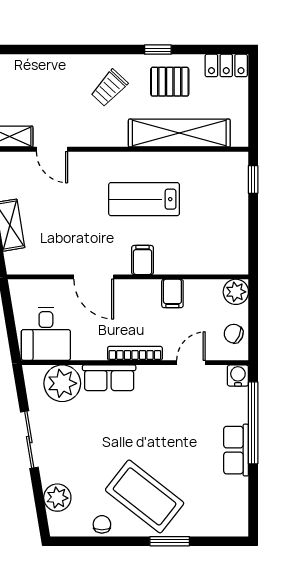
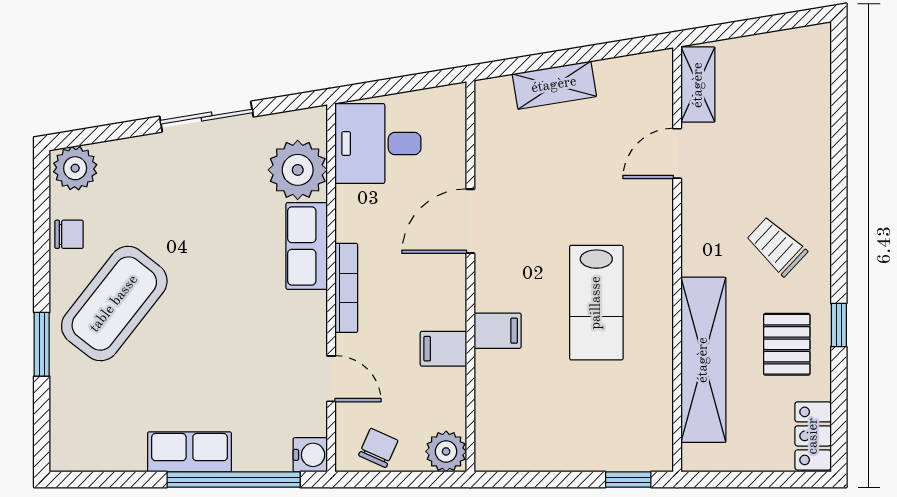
lab bench: (144, 199) -> (596, 303), turned 180
filing cabinet: (143, 260) -> (498, 331), moved
plant: (57, 498) -> (75, 168), moved

